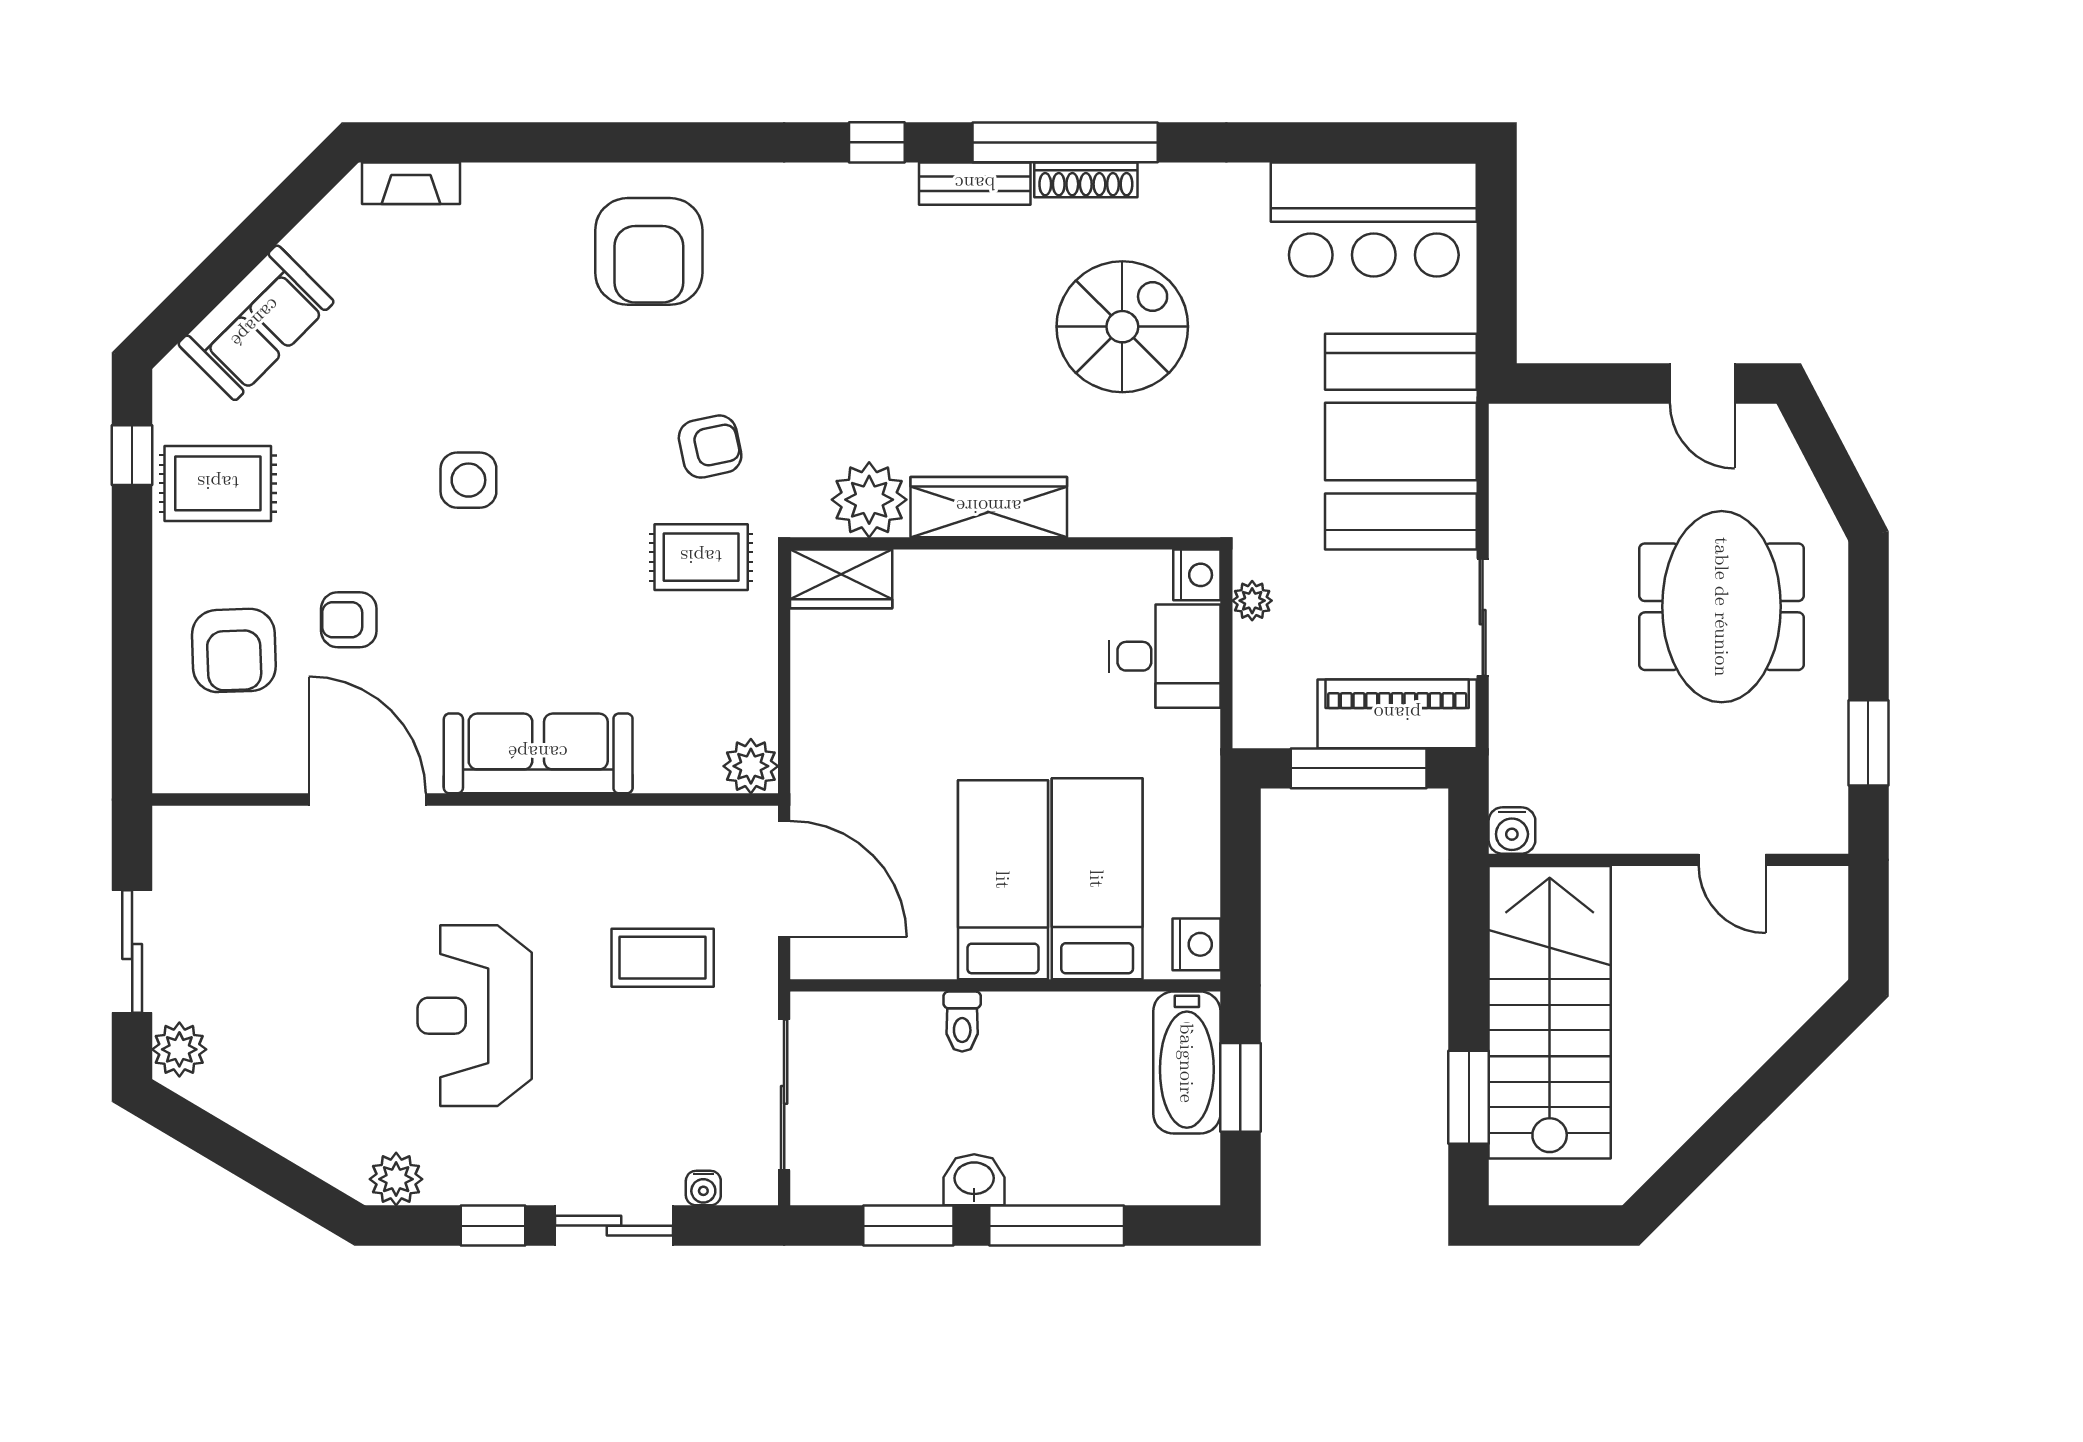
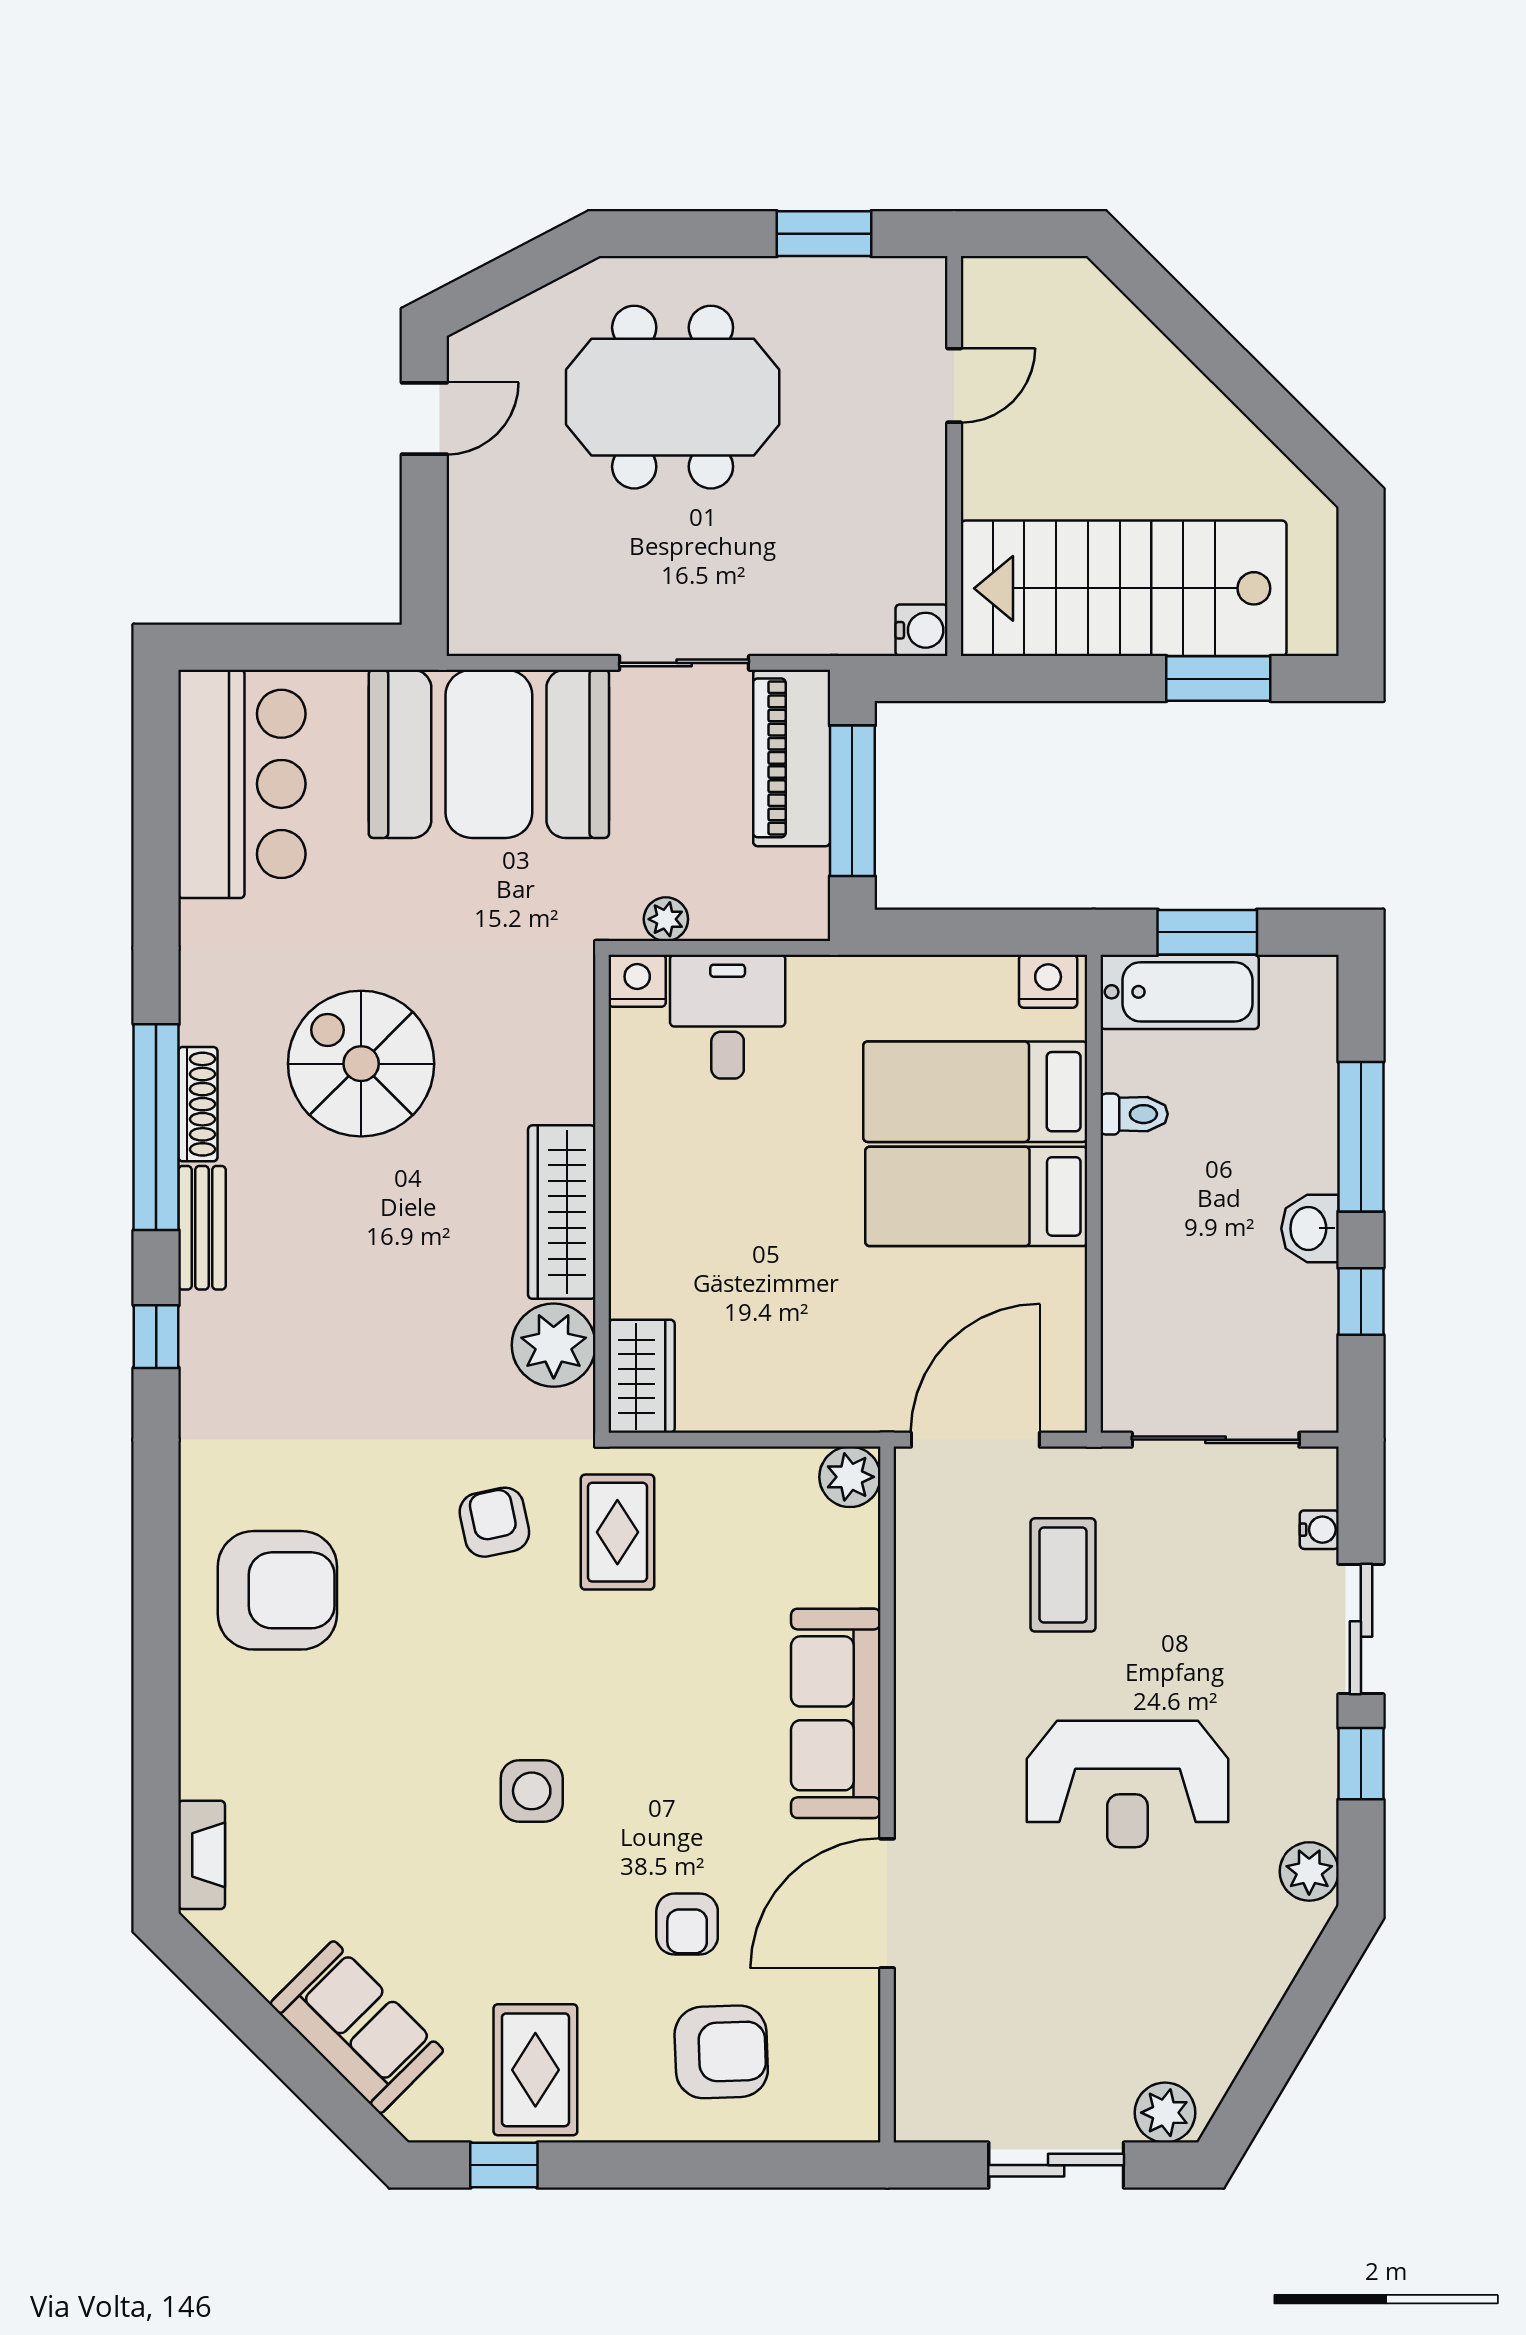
toilet: (962, 1022) -> (1134, 1114), moved
window: (908, 1226) -> (1361, 1301), width x0.67

